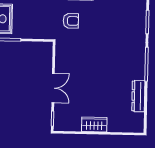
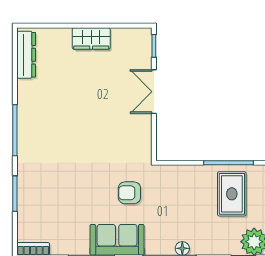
dresser: (138, 96) -> (26, 55), moved

